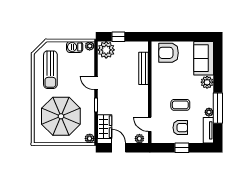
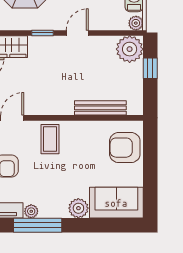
armchair: (169, 53) -> (125, 148), turned -90
coffee table: (180, 105) -> (50, 139), moved

